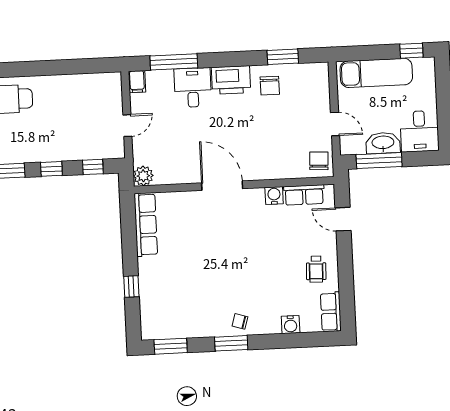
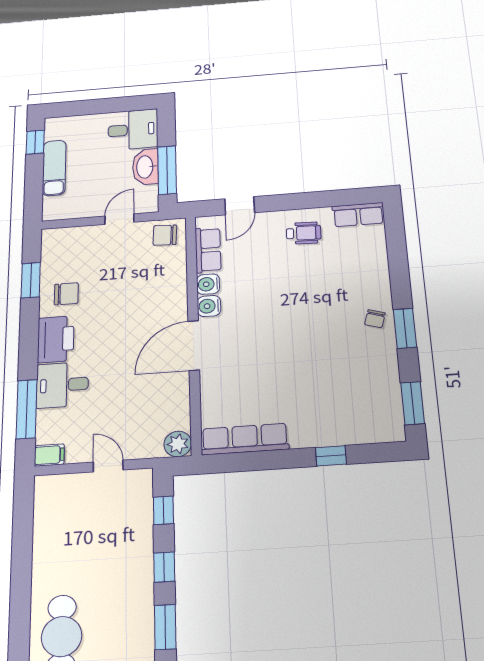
exam couch: (376, 73) -> (54, 168), width x0.73, depth x0.69
water cooler: (291, 325) -> (209, 306), moved, turned 180

